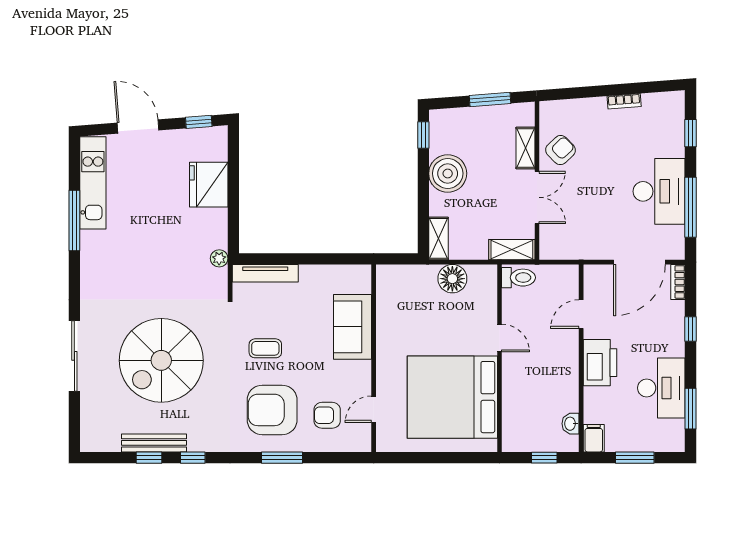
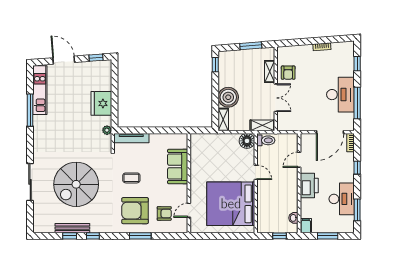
armchair: (561, 150) -> (288, 73), turned 134
boiler: (448, 173) -> (228, 97), moved
fridge: (209, 185) -> (101, 103), moved
floor lamp: (452, 279) -> (247, 141), moved
armchair: (327, 415) -> (164, 213), turned 180

